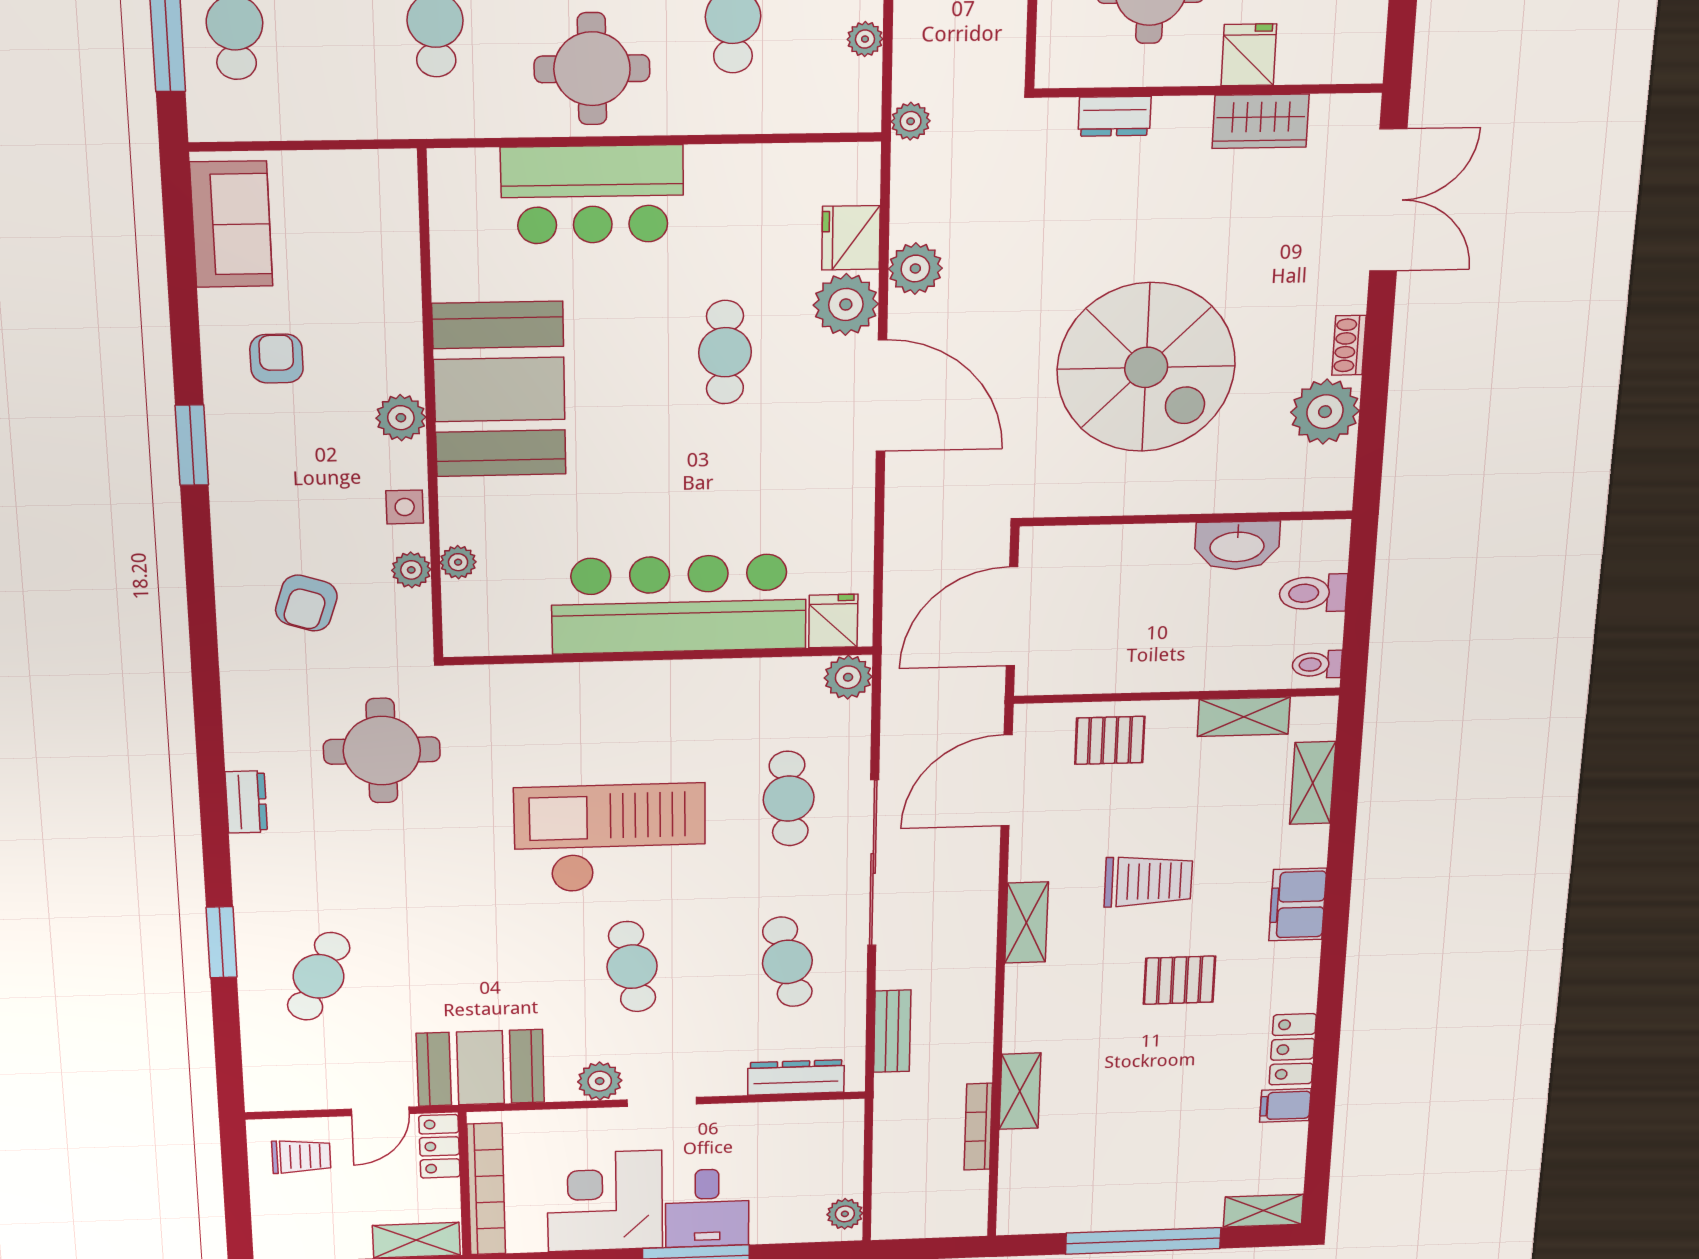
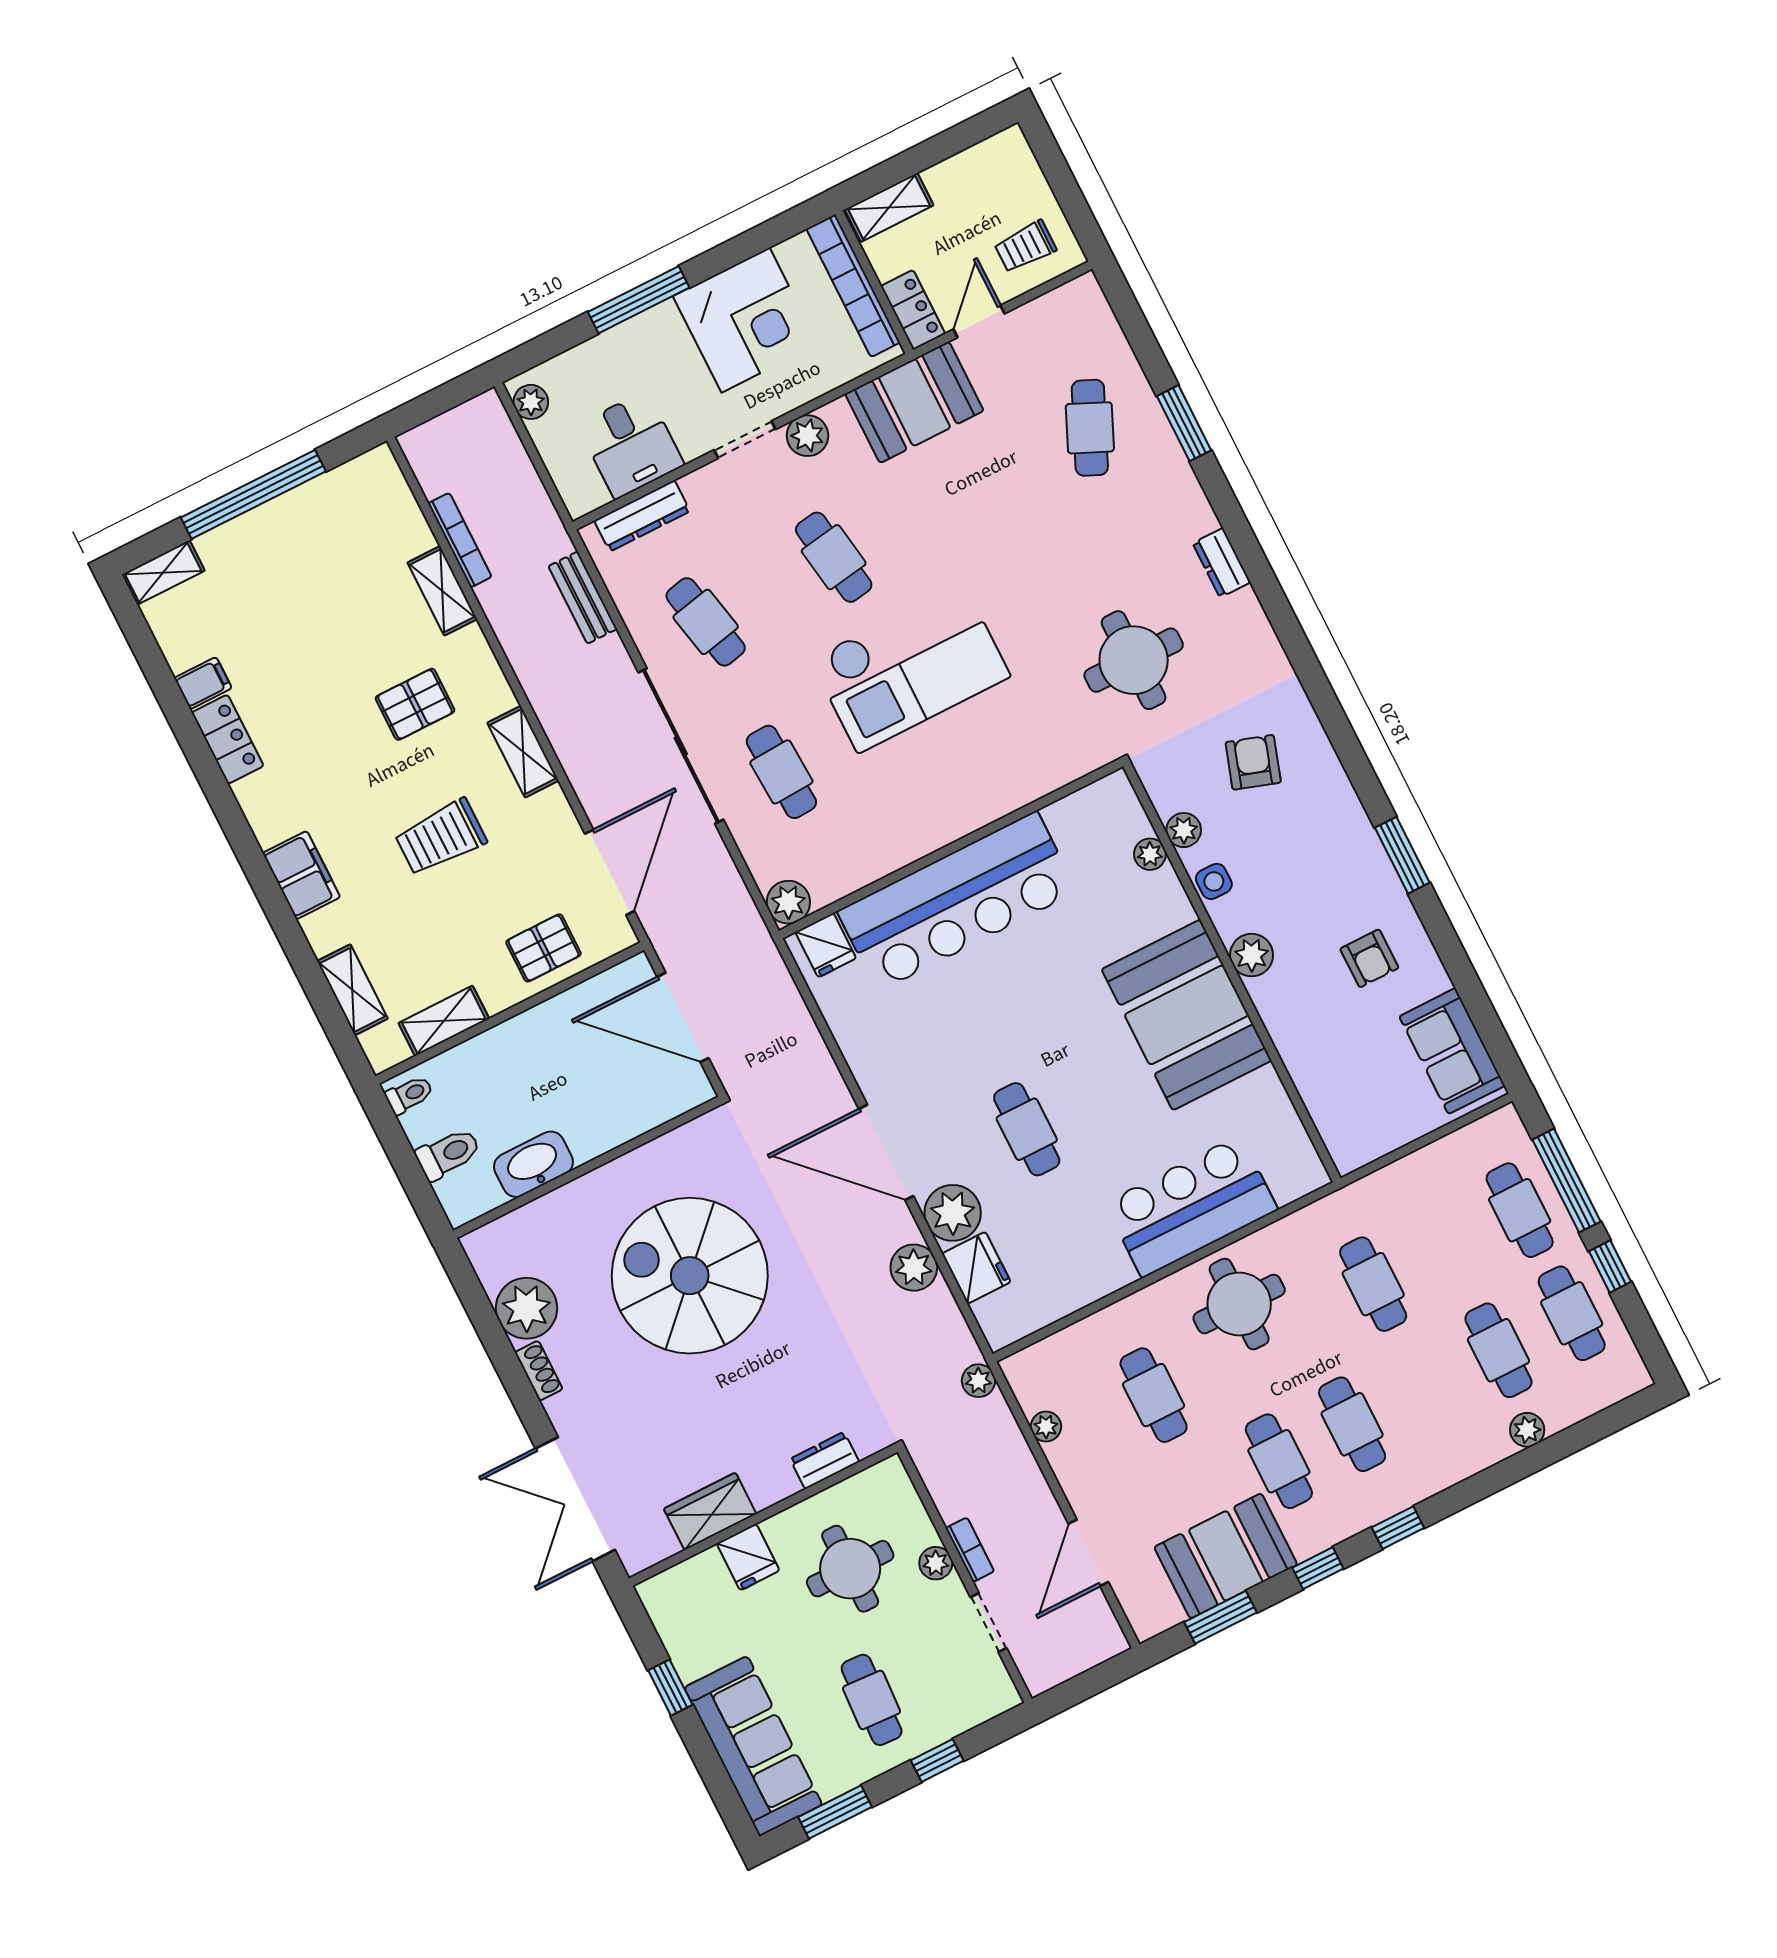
door: (1012, 617) -> (683, 1017), swing flipped
pallet: (1179, 980) -> (415, 704), moved
desk: (707, 1208) -> (631, 445), moved, turned 180

